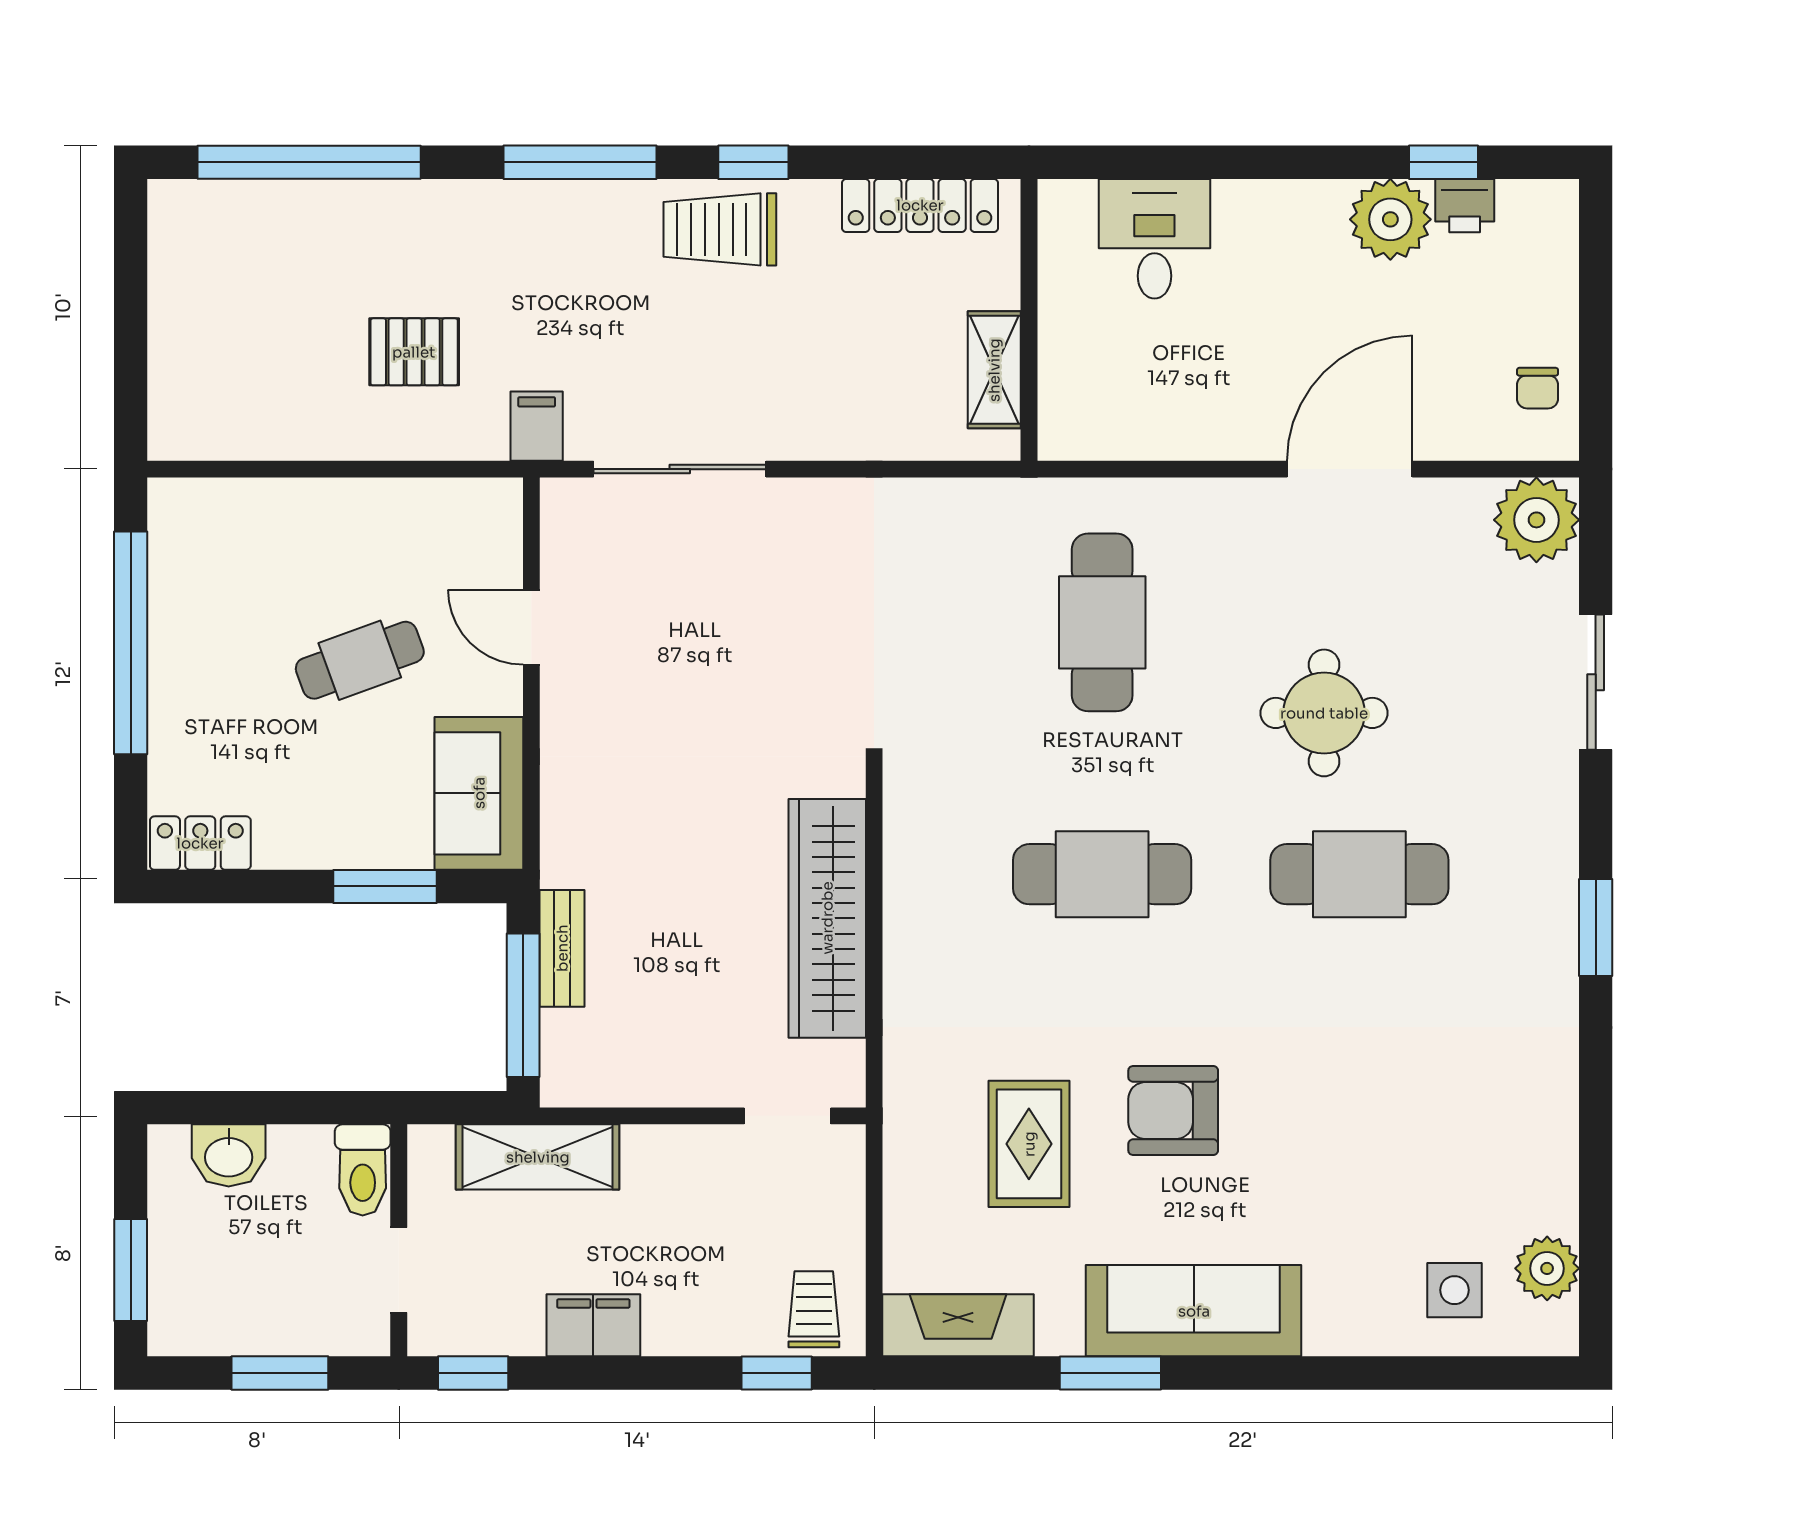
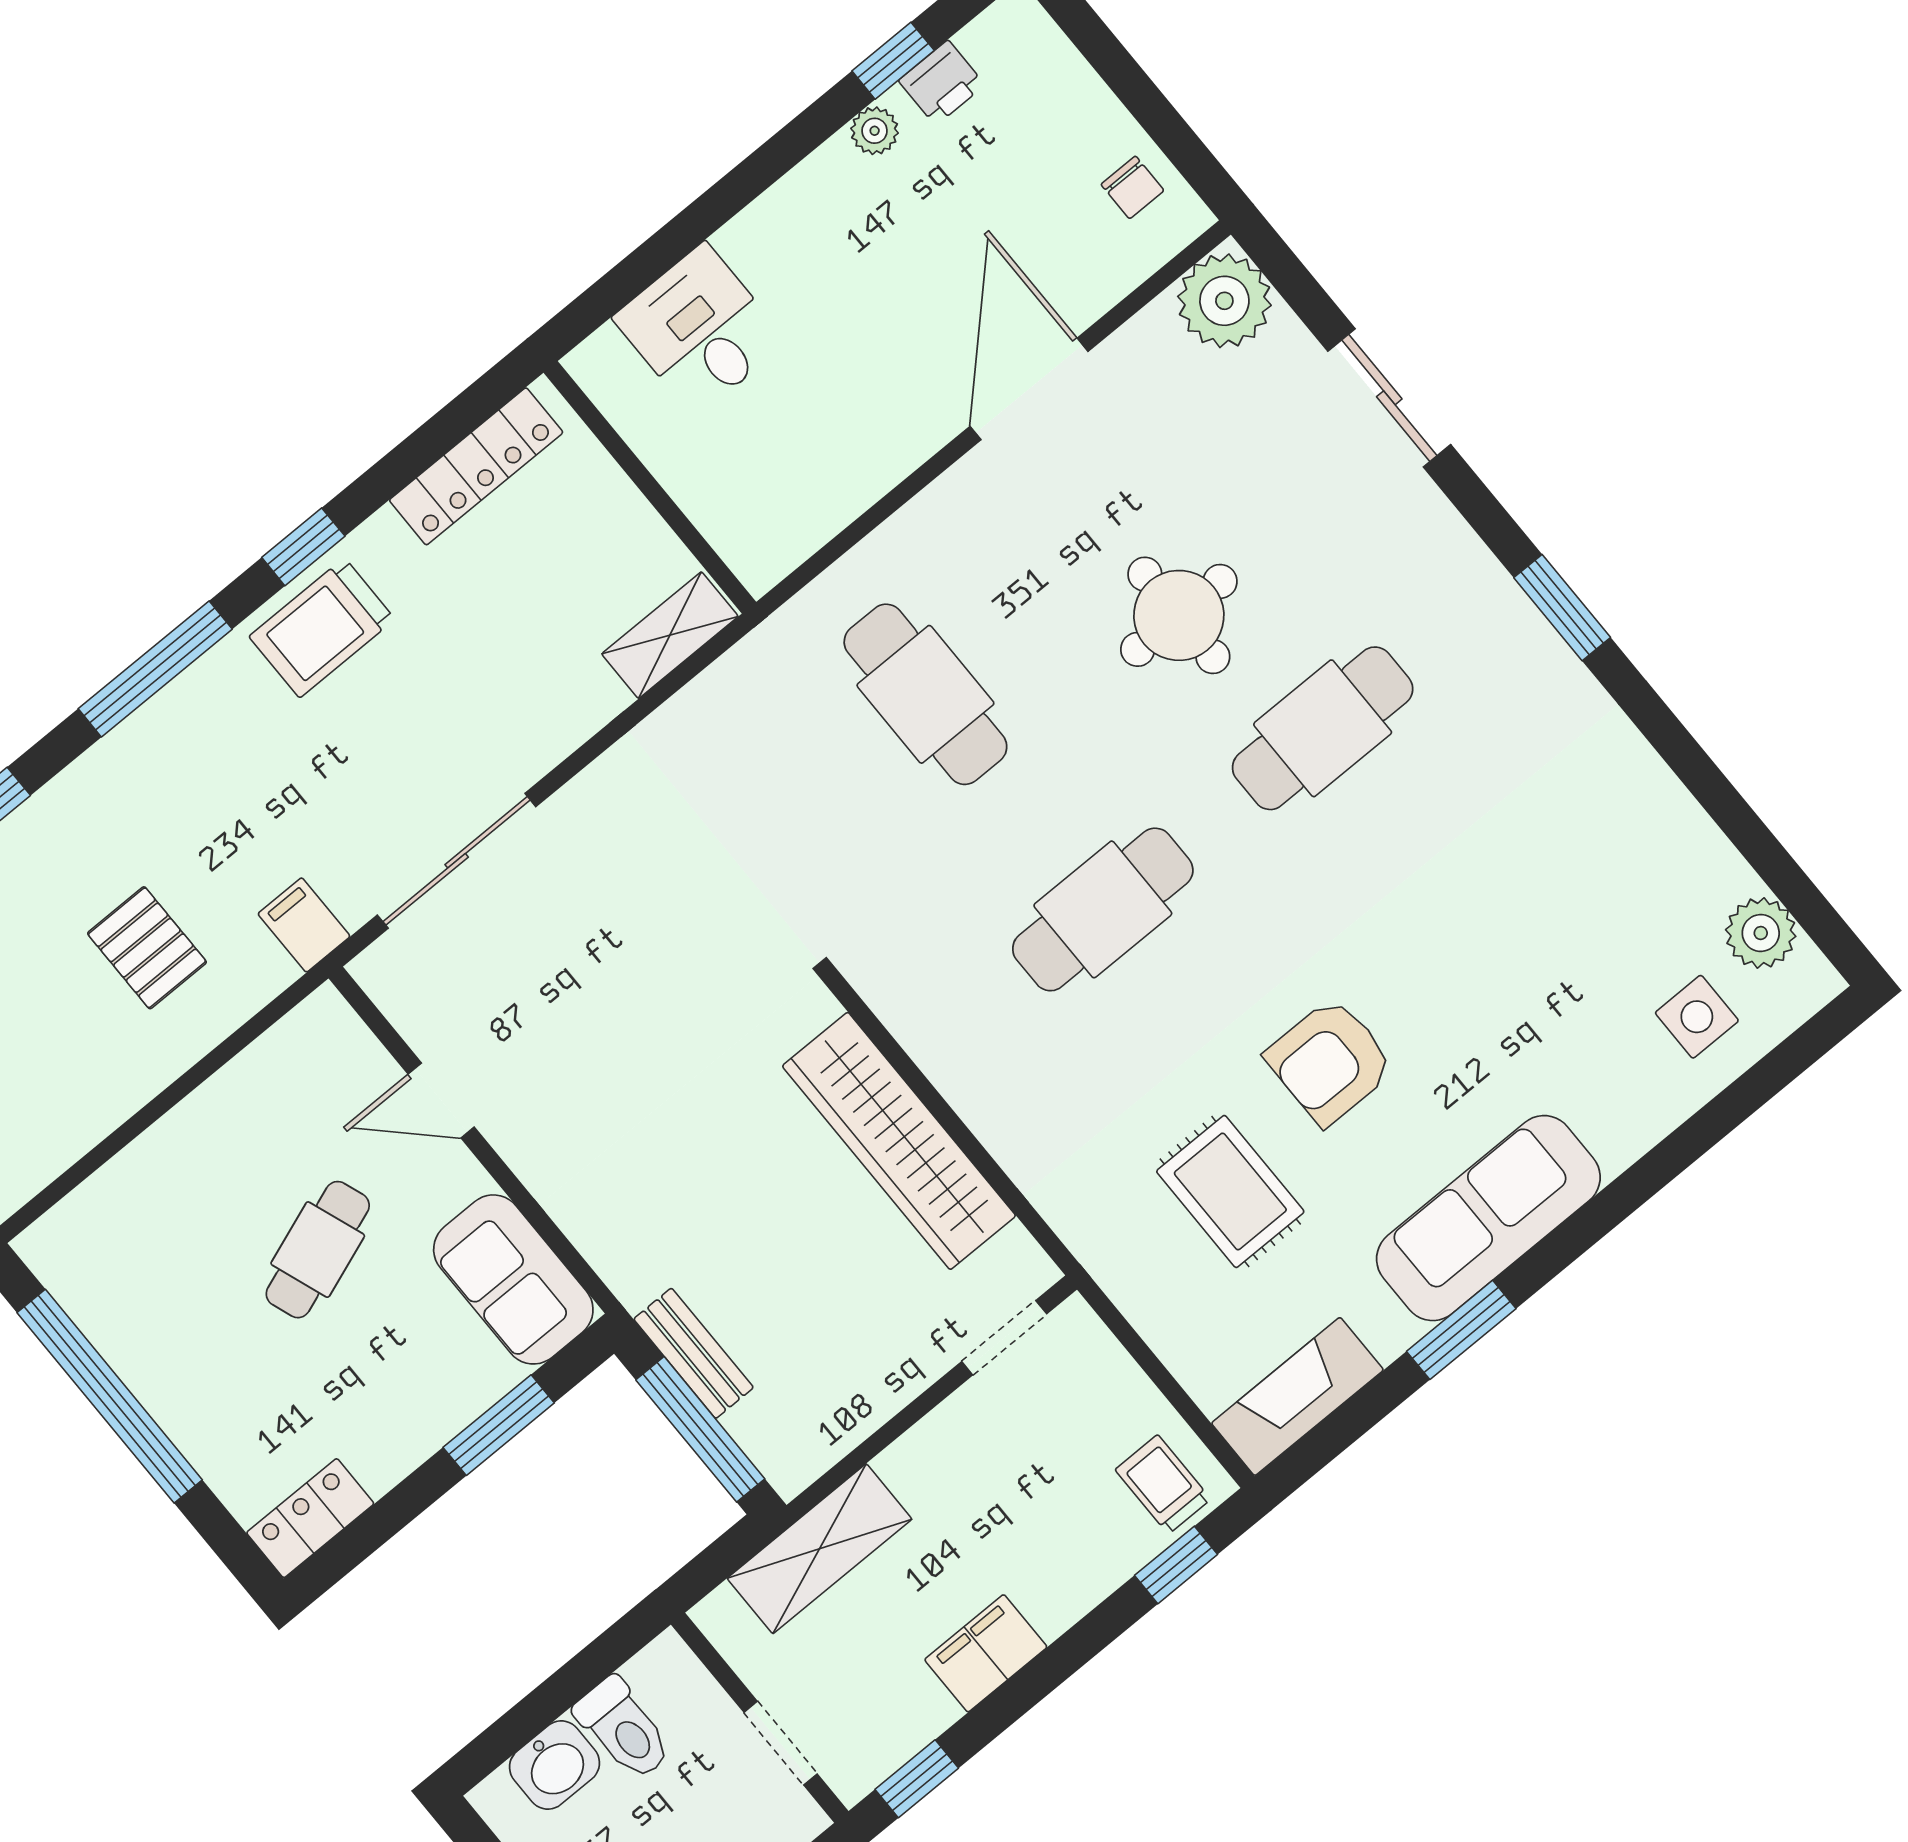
plant: (1390, 219) -> (875, 131), width x0.53, depth x0.53
pallet: (414, 352) -> (147, 948), turned 90
shelving: (994, 370) -> (670, 635), moved, turned 90
toilet: (363, 1170) -> (624, 1729), moved

